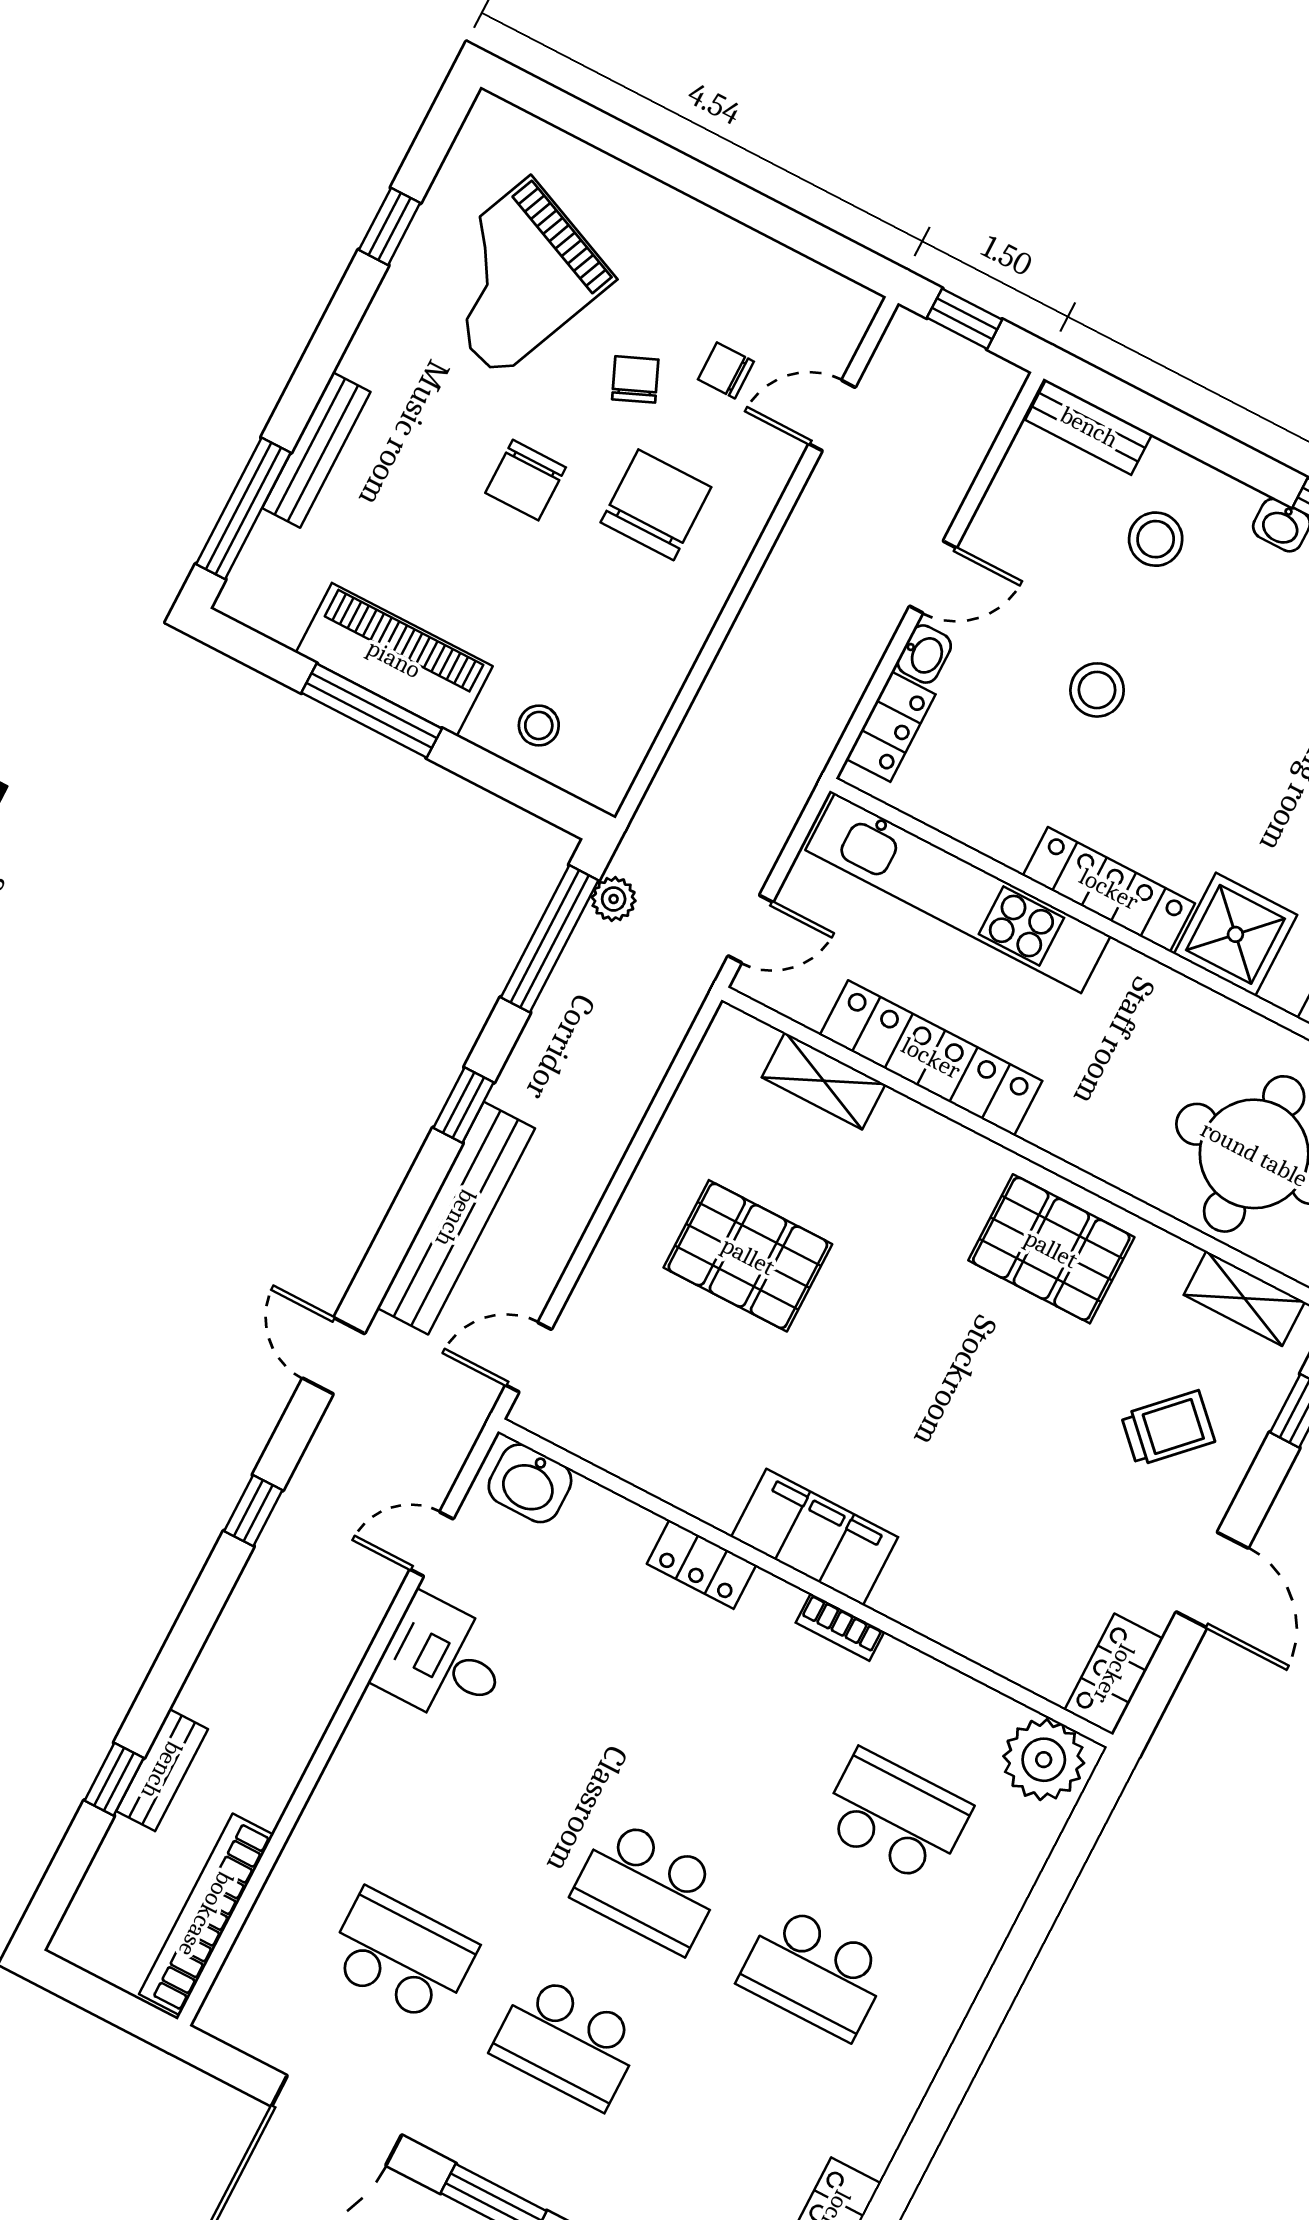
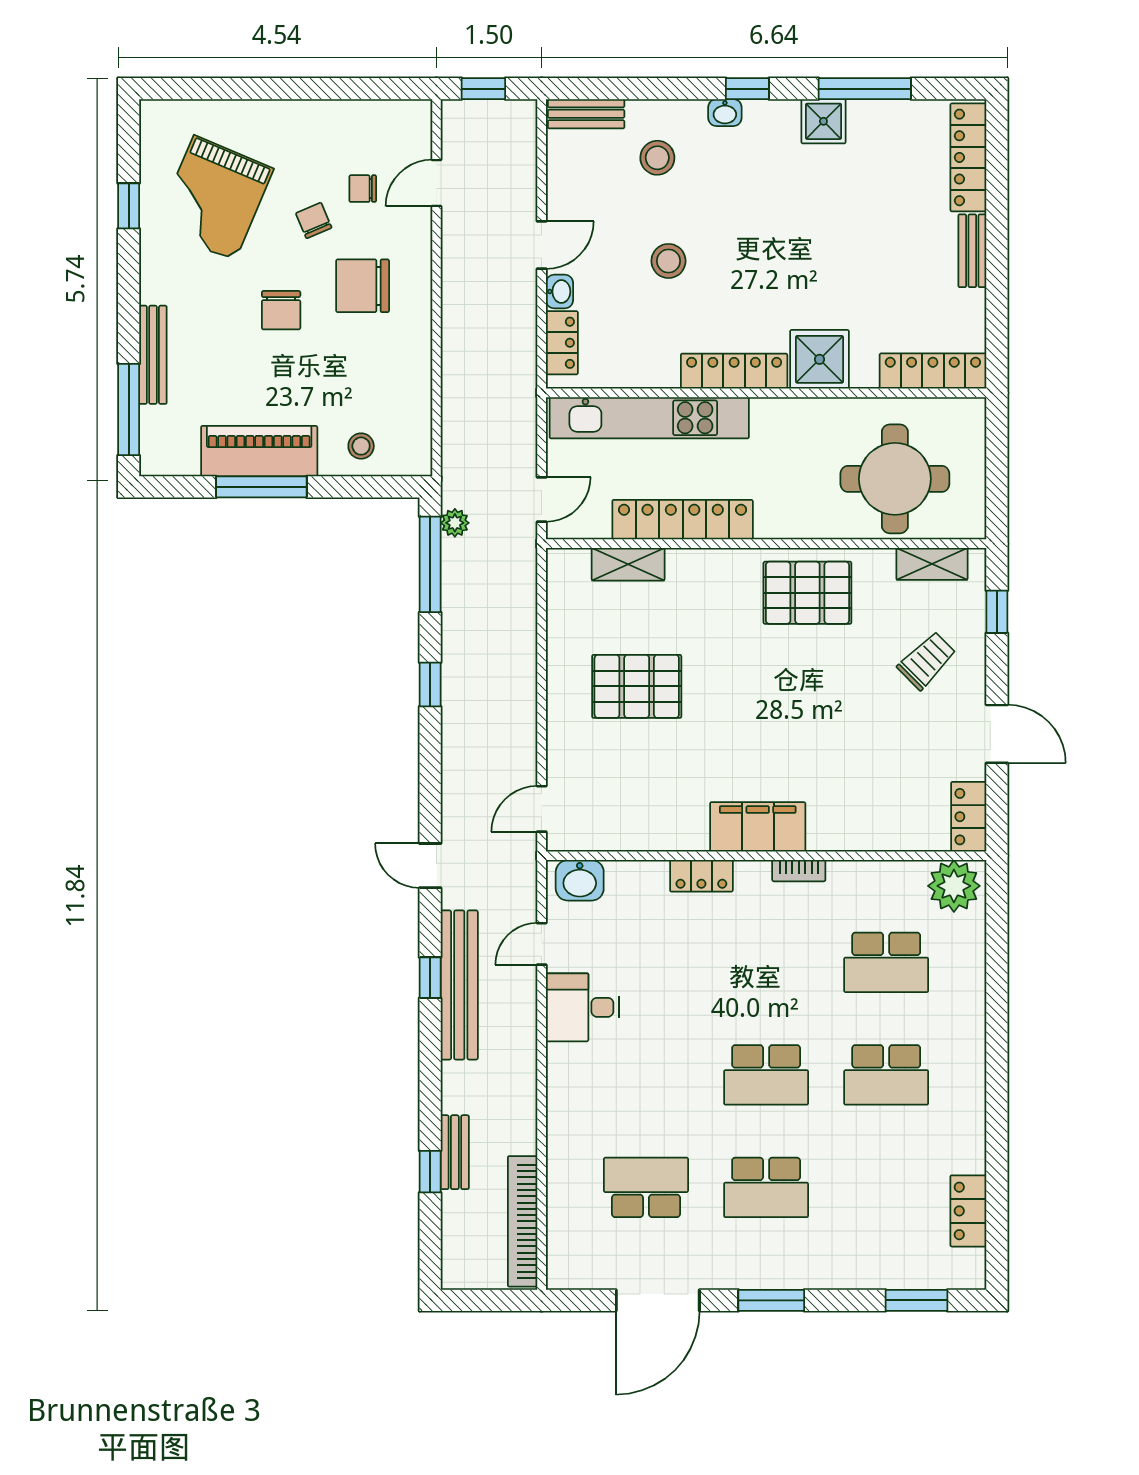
chair: (656, 505) -> (363, 286), turned -90
bench: (456, 1218) -> (459, 985), moved
school desk: (895, 1817) -> (886, 962), turned 180

